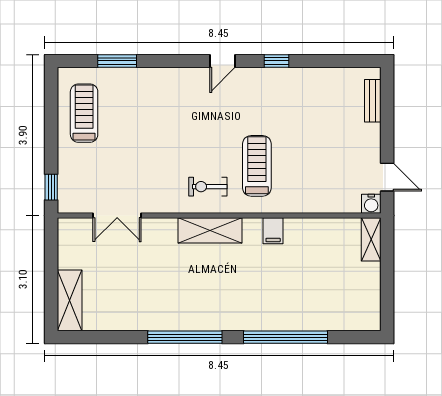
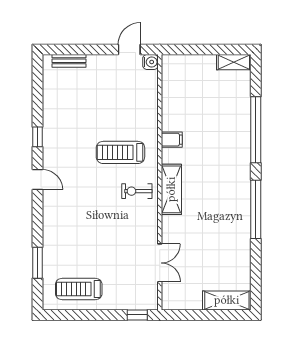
exercise bike: (208, 187) -> (137, 191), turned 90
shelving: (371, 239) -> (234, 62), moved

